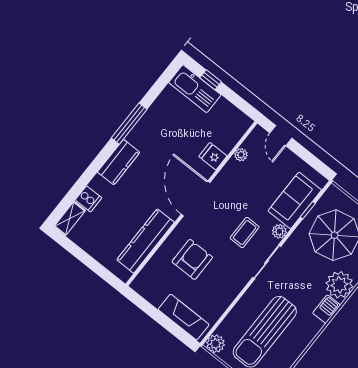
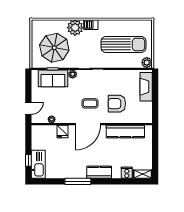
coffee table: (245, 233) -> (90, 103), moved

